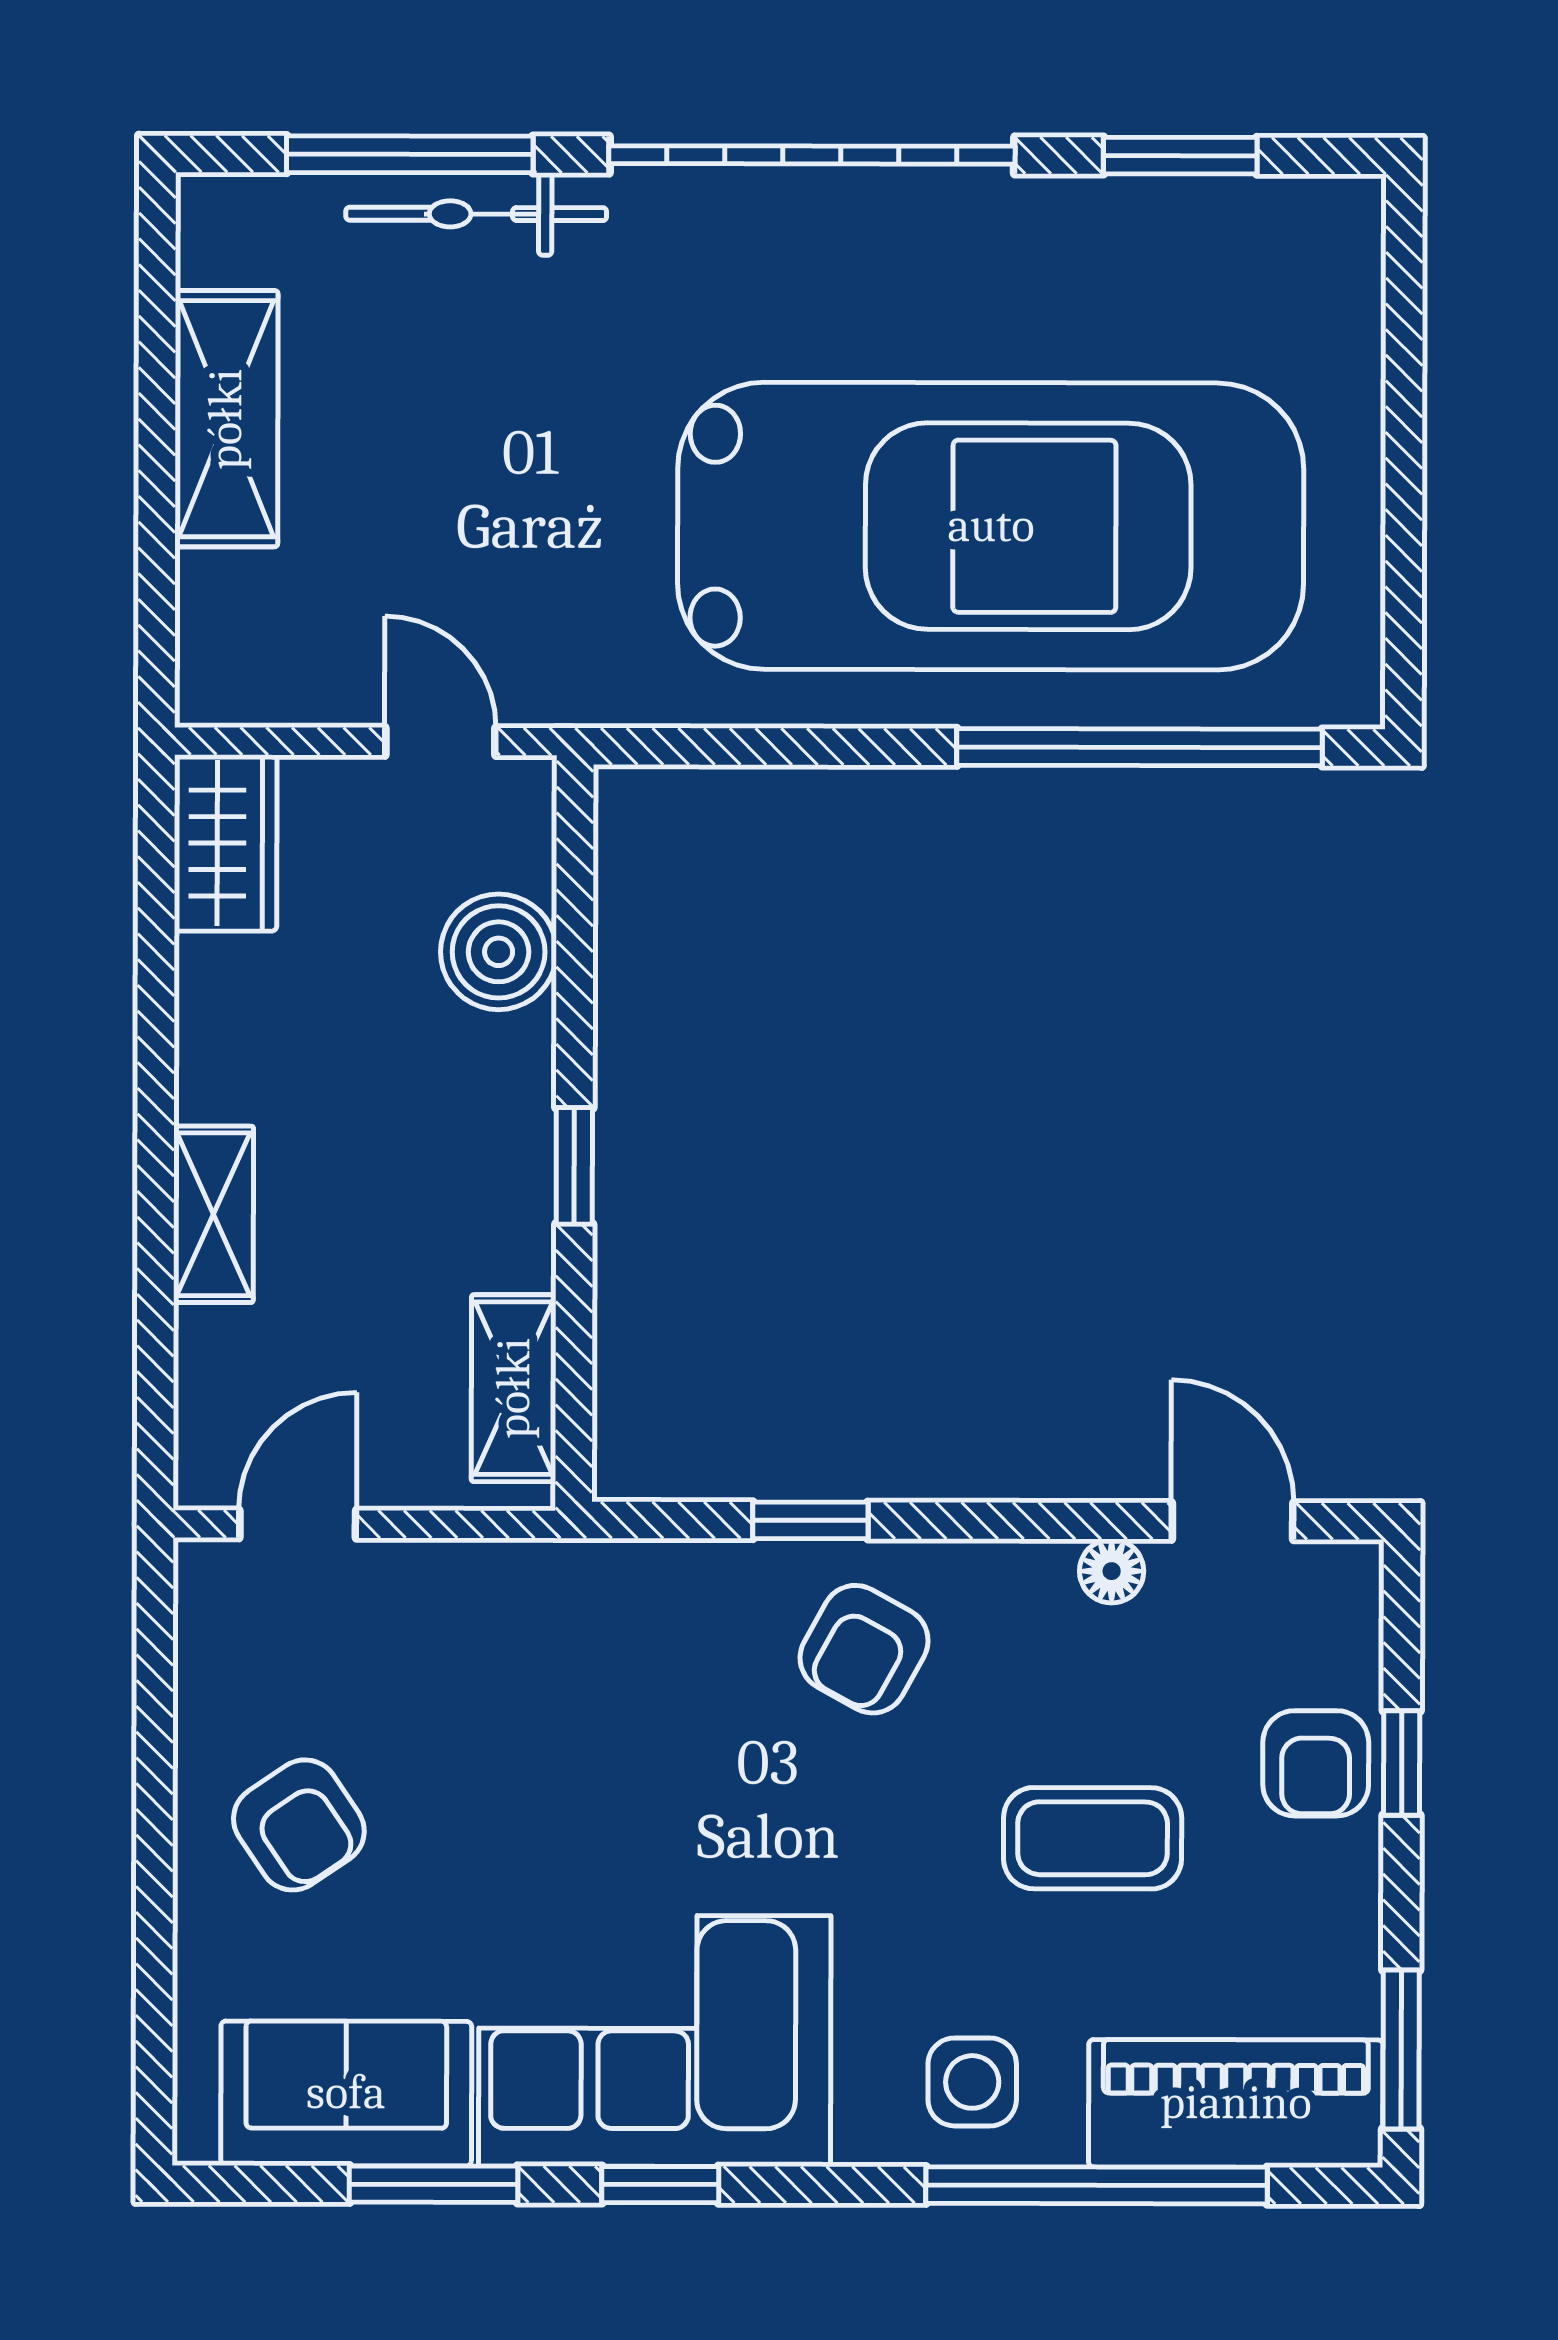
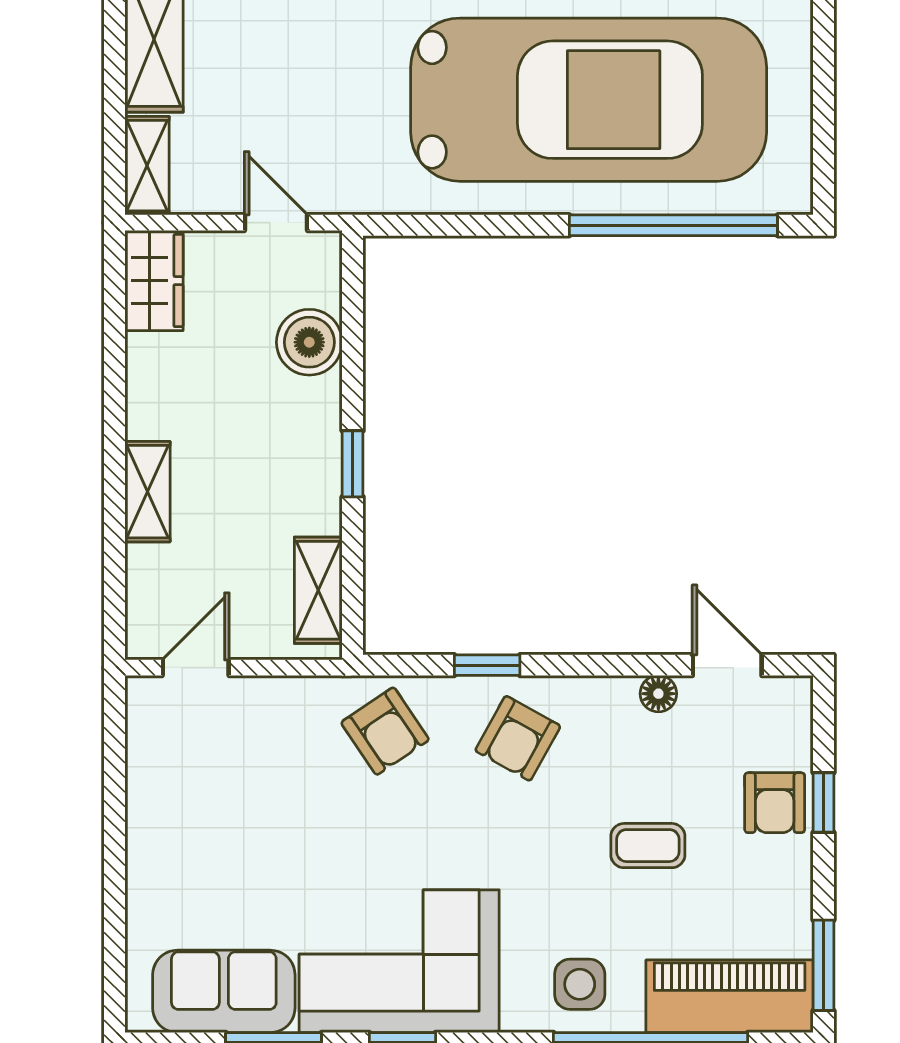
shelving: (214, 641) -> (147, 166), added
armchair: (299, 1825) -> (385, 731), moved
coffee table: (1093, 1838) -> (648, 846), width x0.73, depth x0.77

